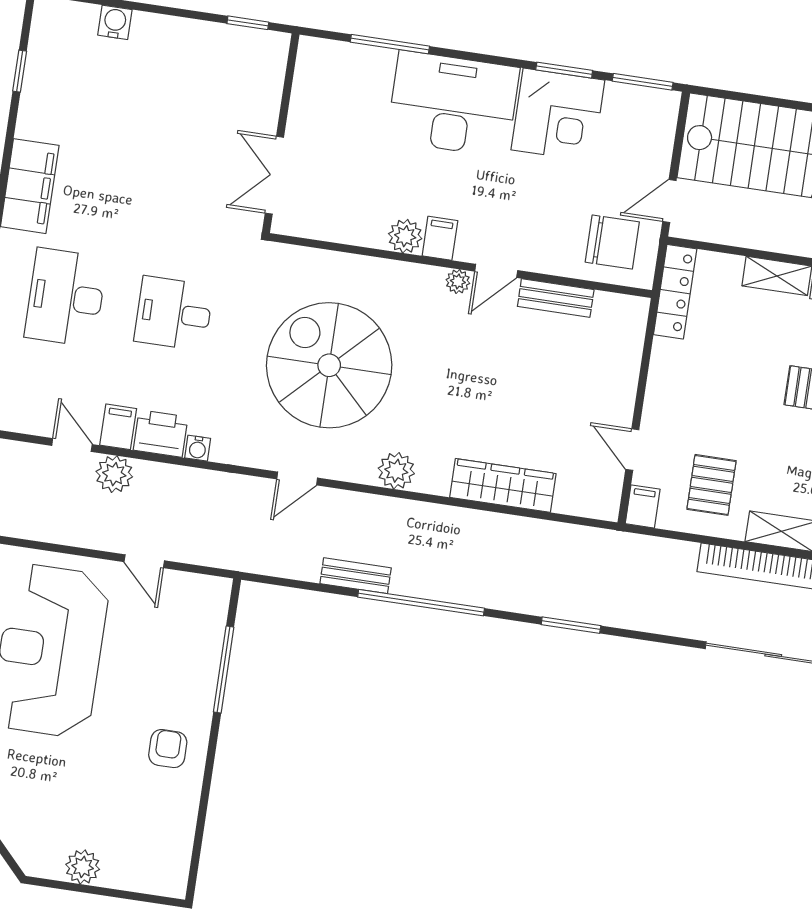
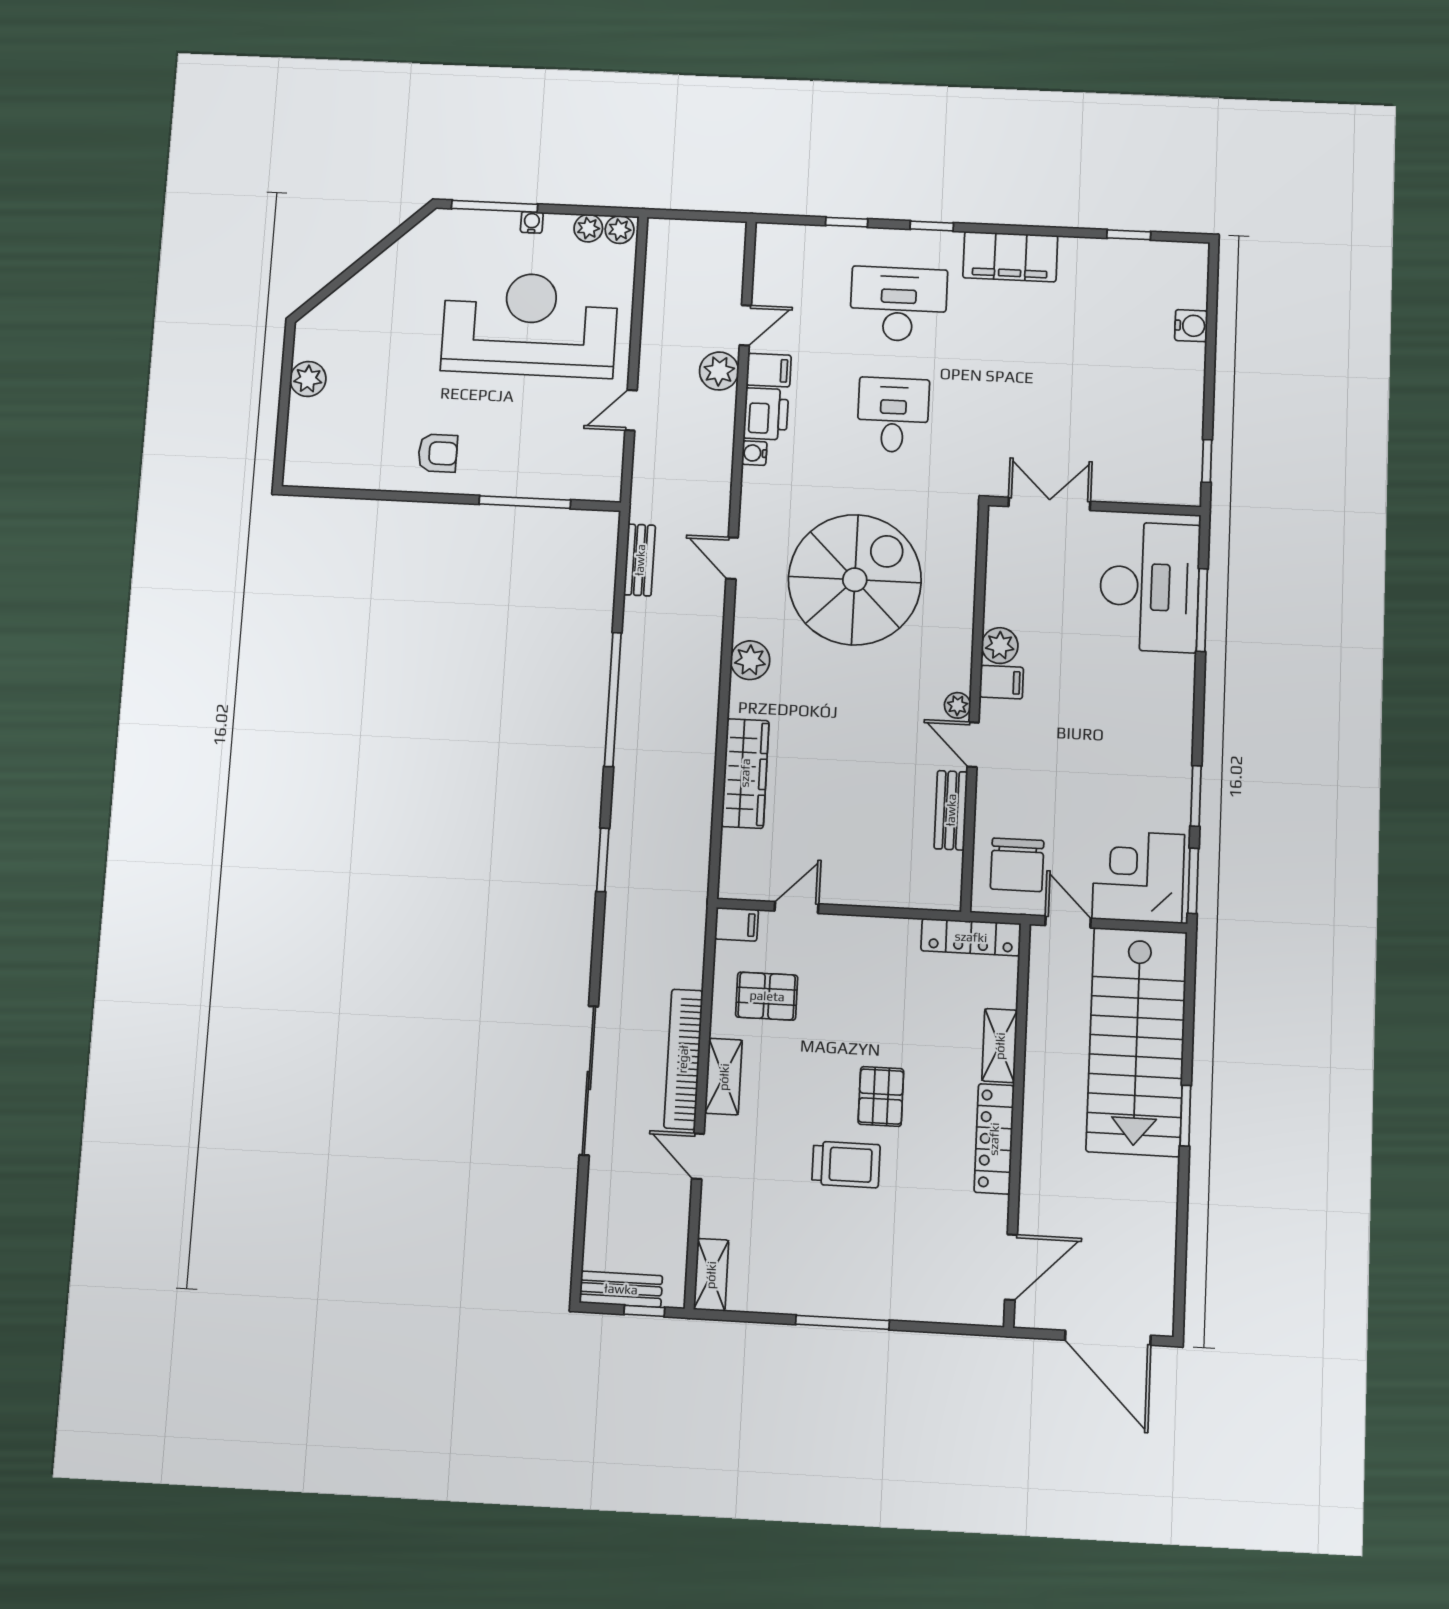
desk: (453, 104) -> (1149, 587), moved
corner desk: (558, 115) -> (1138, 877), moved, turned 90
bench: (356, 576) -> (640, 560), moved

